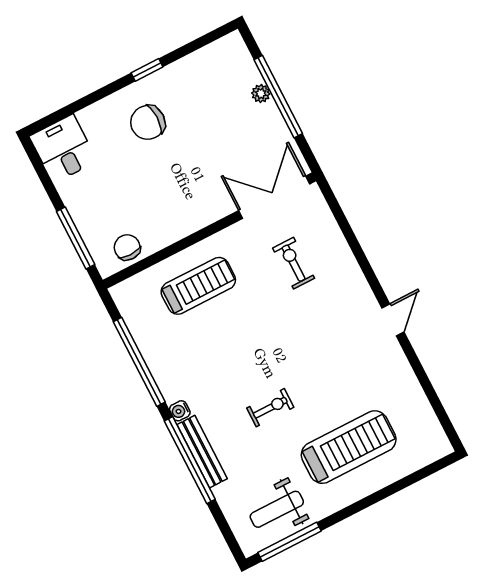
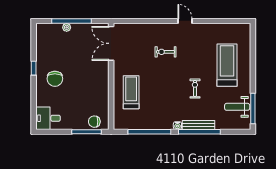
chair: (127, 247) -> (94, 122), moved
exercise bike: (294, 263) -> (165, 52), moved
weight bench: (277, 509) -> (237, 107), turned 90

